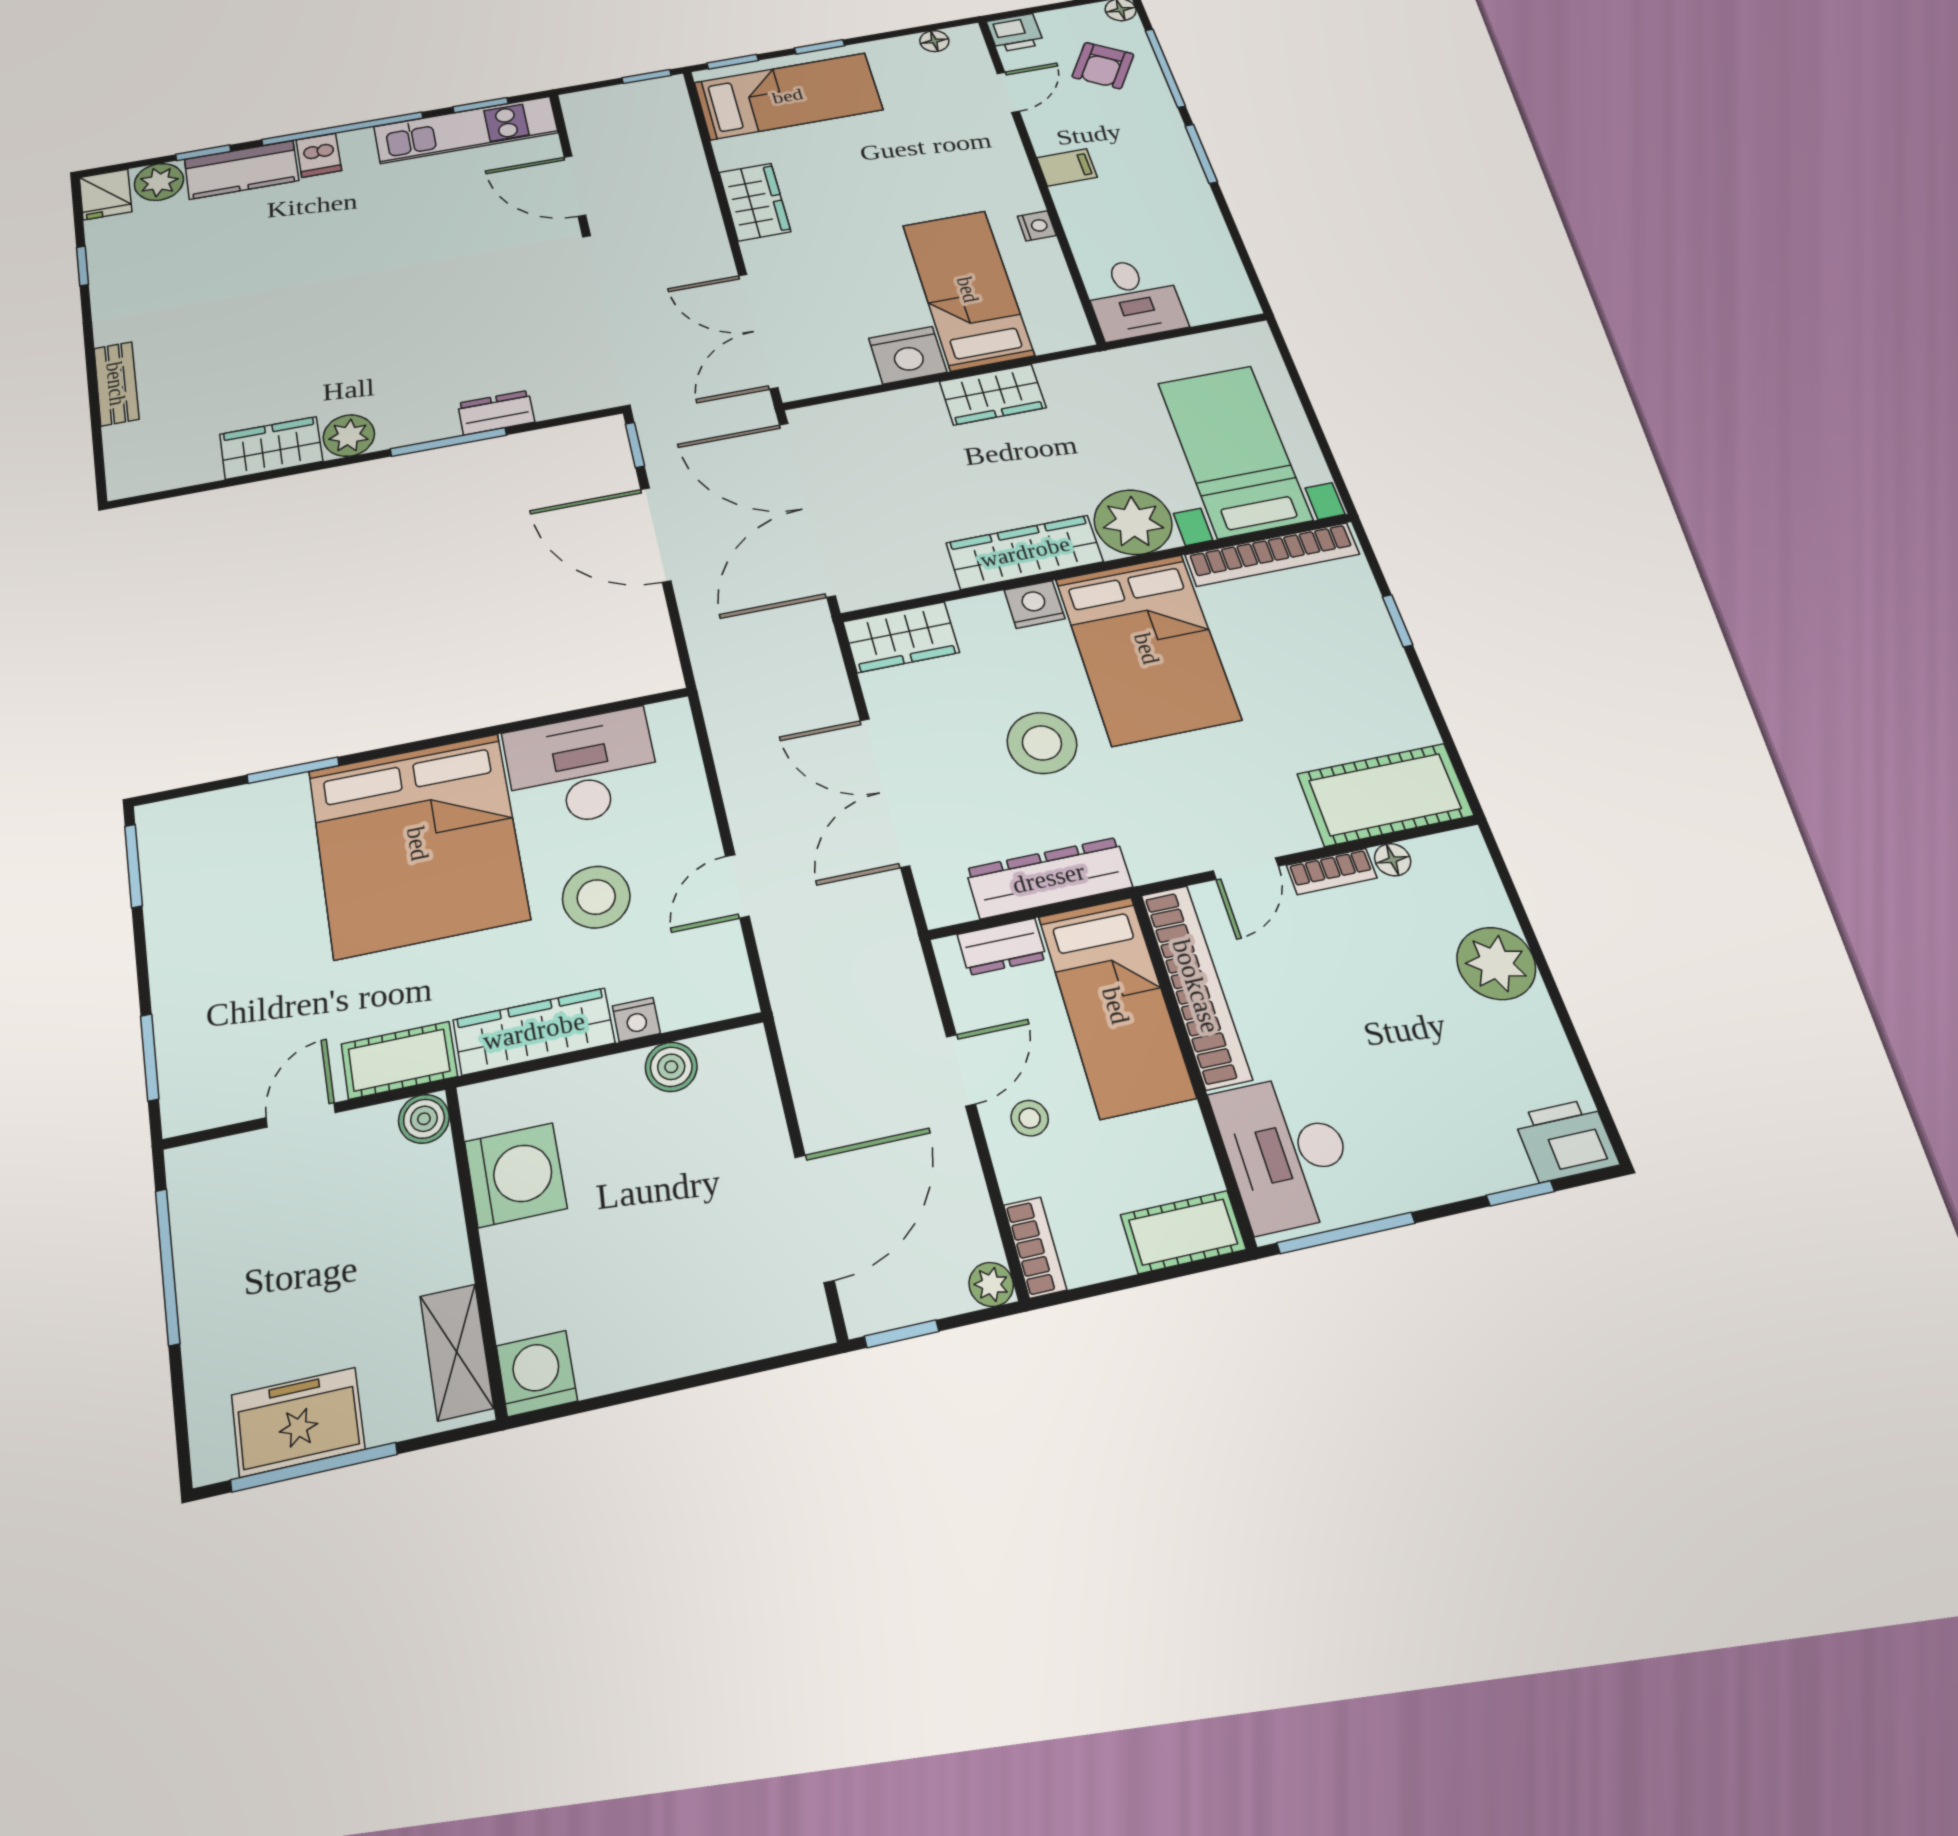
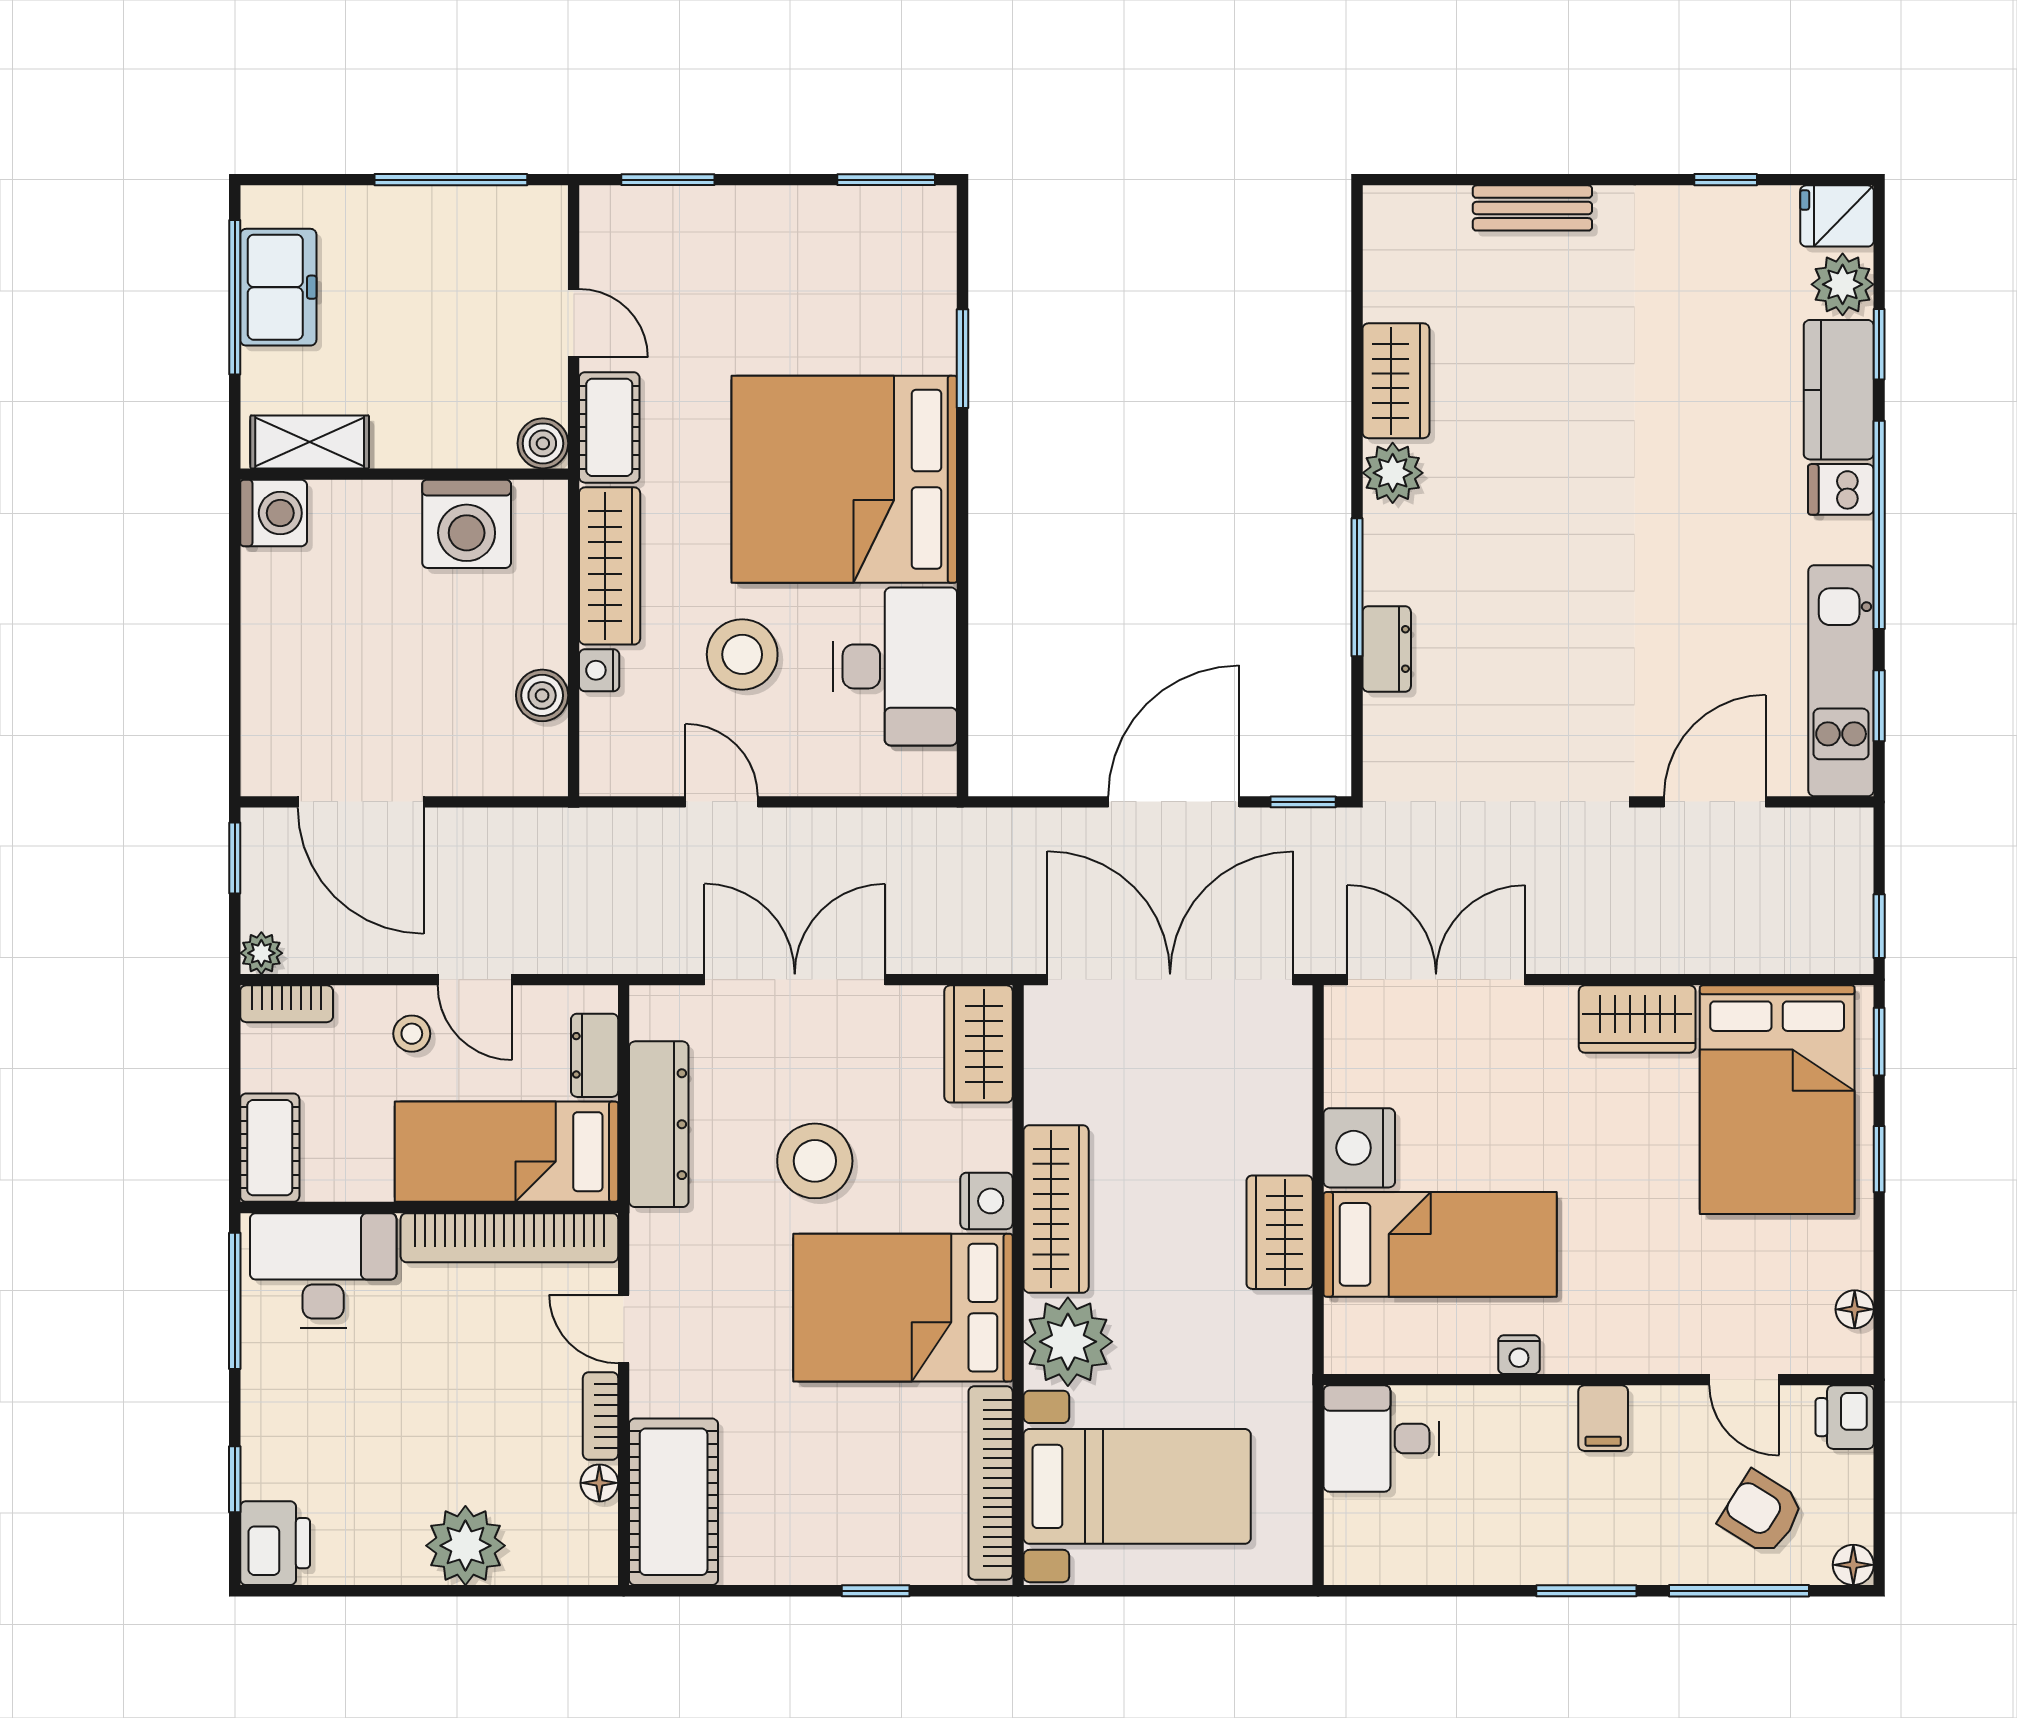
bed: (788, 96) -> (1777, 1100), width x1.50

